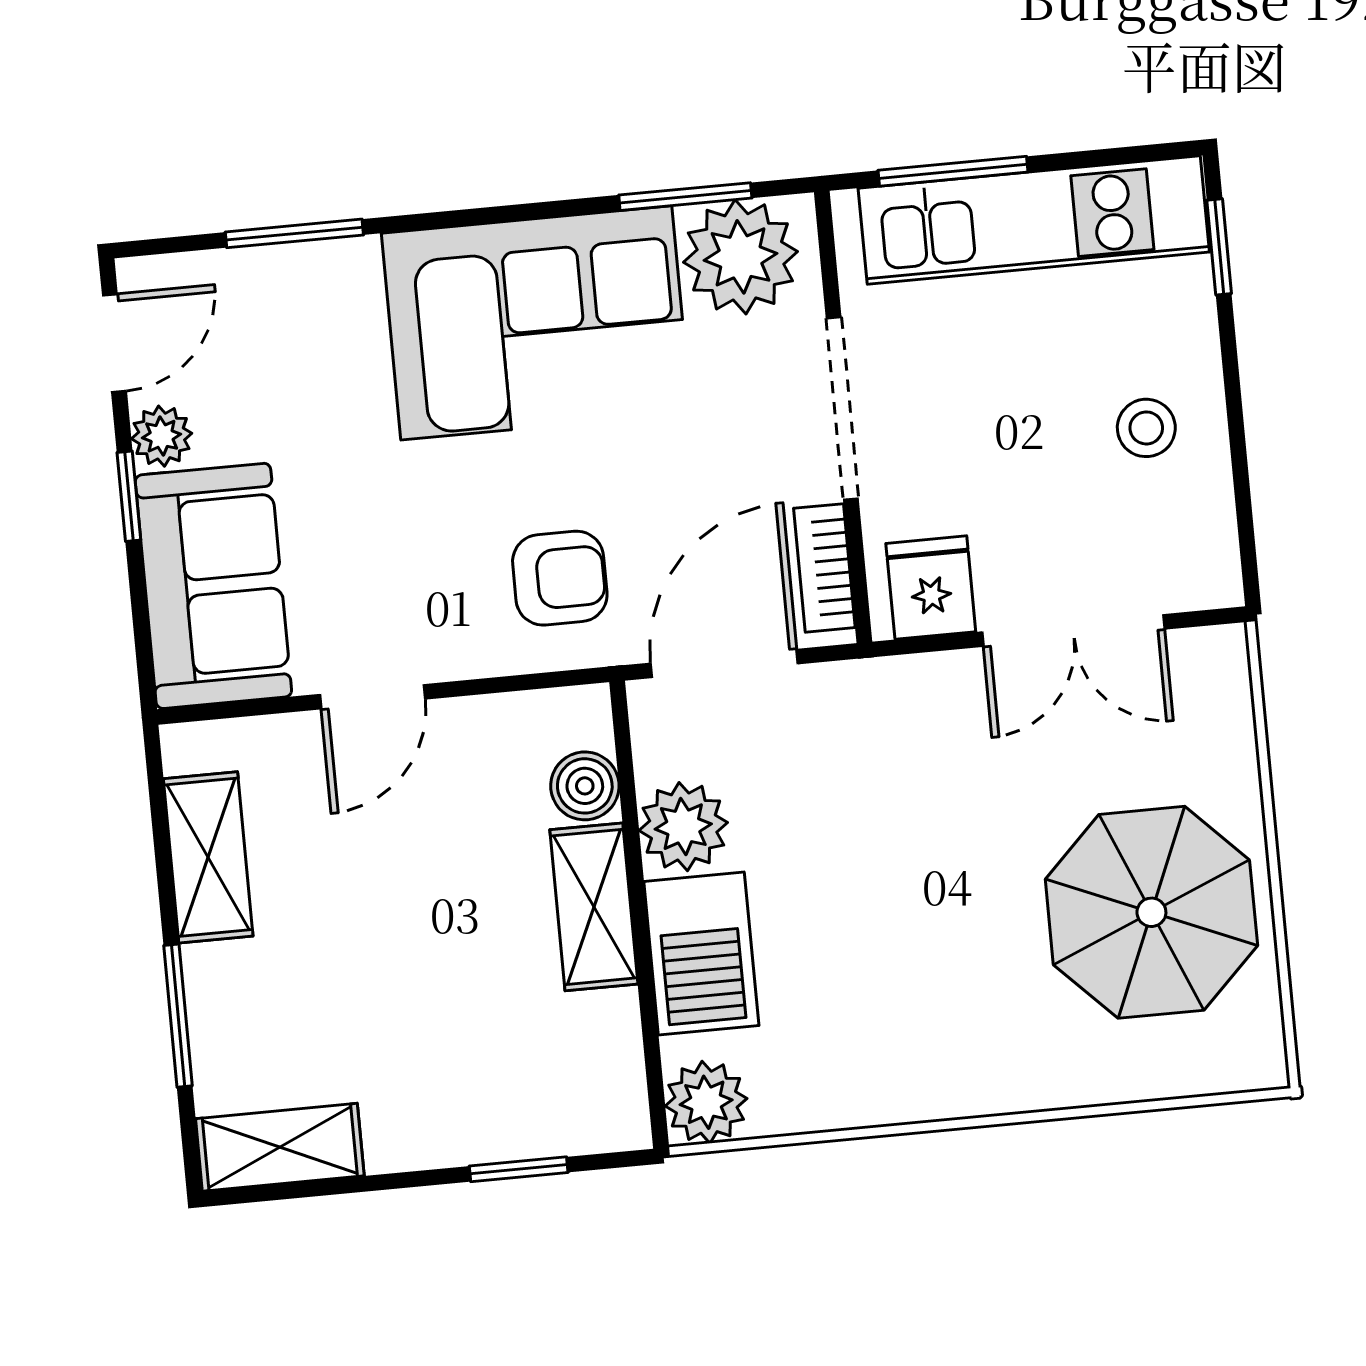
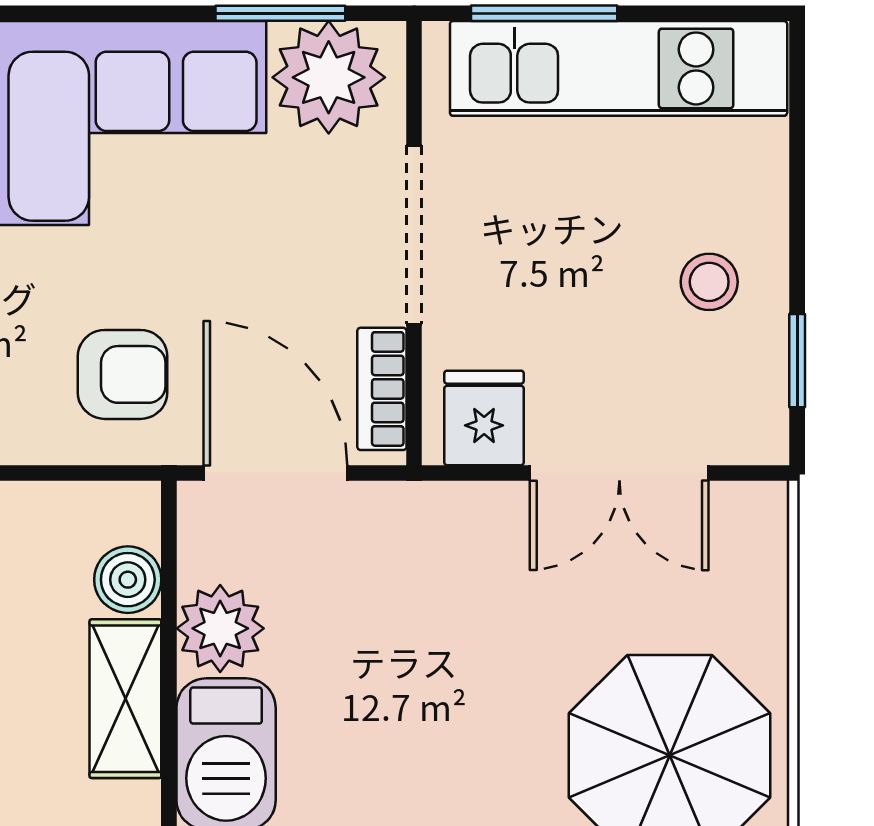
window: (1219, 247) -> (797, 361), moved
door: (724, 663) -> (275, 473), hinge flipped

